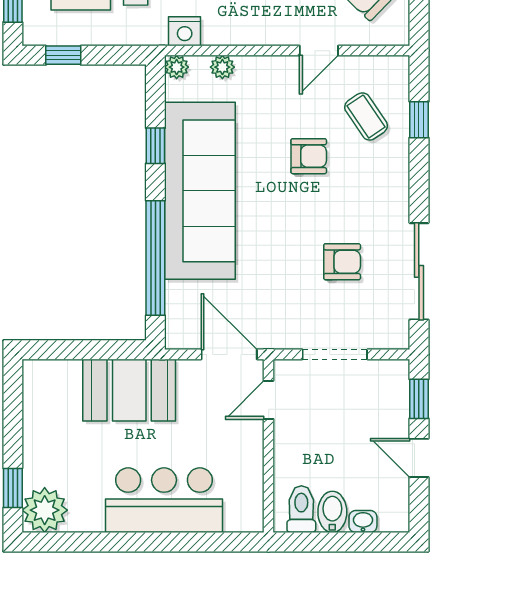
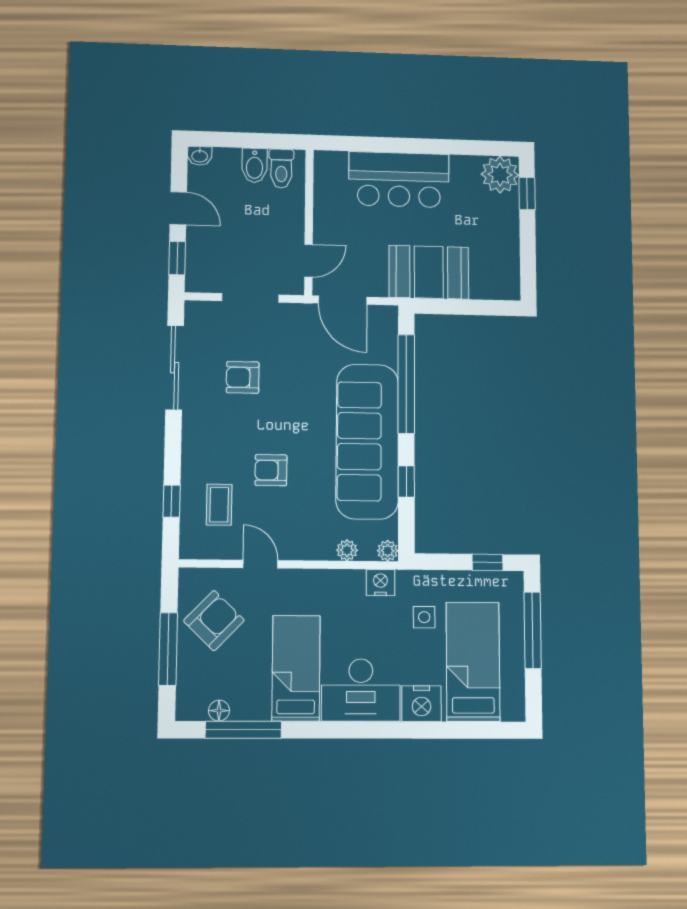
door: (319, 51) -> (260, 564), hinge flipped
coffee table: (366, 116) -> (219, 505), turned 34
washbasin: (363, 521) -> (200, 156), moved

